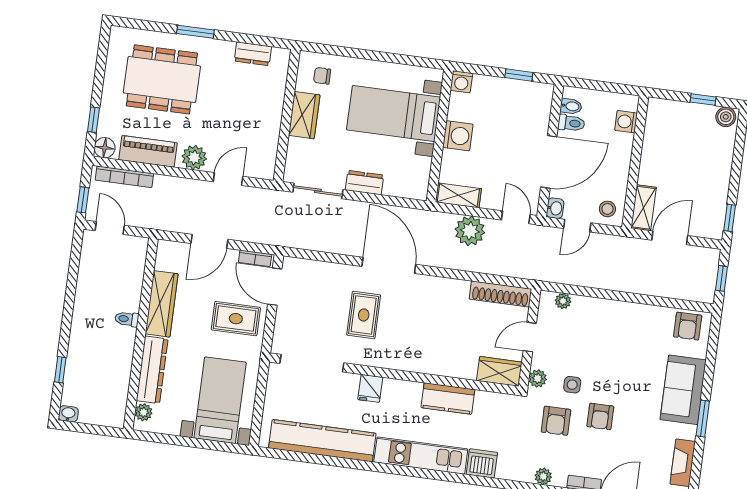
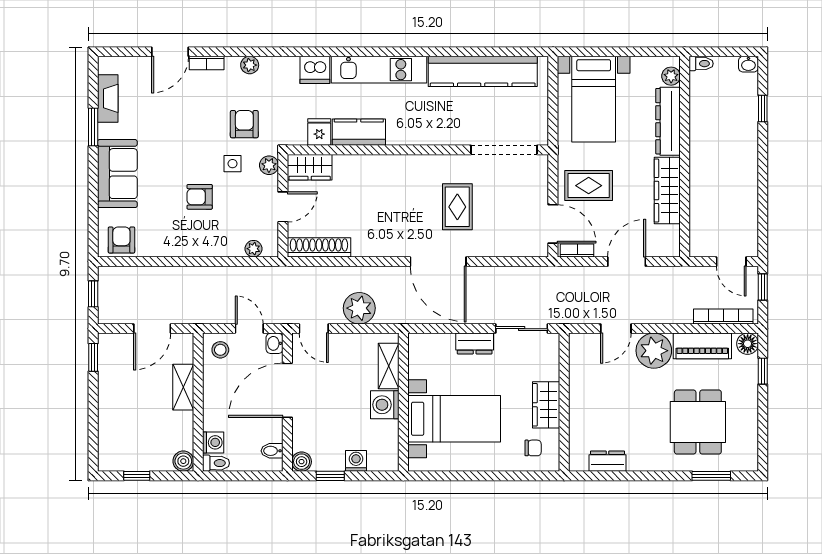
window: (195, 32) -> (711, 476), moved
dining table: (162, 79) -> (698, 422), width x0.73
washing machine: (461, 82) -> (356, 461), moved
boiler: (544, 92) -> (302, 462), added
boiler: (726, 117) -> (183, 461), moved
toilet: (571, 123) -> (216, 463), moved, turned 180
plant: (194, 158) -> (654, 351), width x1.36, depth x1.36
shelving: (458, 195) -> (389, 366), moved, turned 90
shelving: (644, 208) -> (183, 387), moved
door: (577, 226) -> (249, 329), hinge flipped
toilet: (127, 319) -> (701, 64), moved
fridge: (370, 388) -> (319, 132), moved
armchair: (600, 416) -> (200, 197), moved, turned -90
window: (703, 419) -> (93, 127), moved

